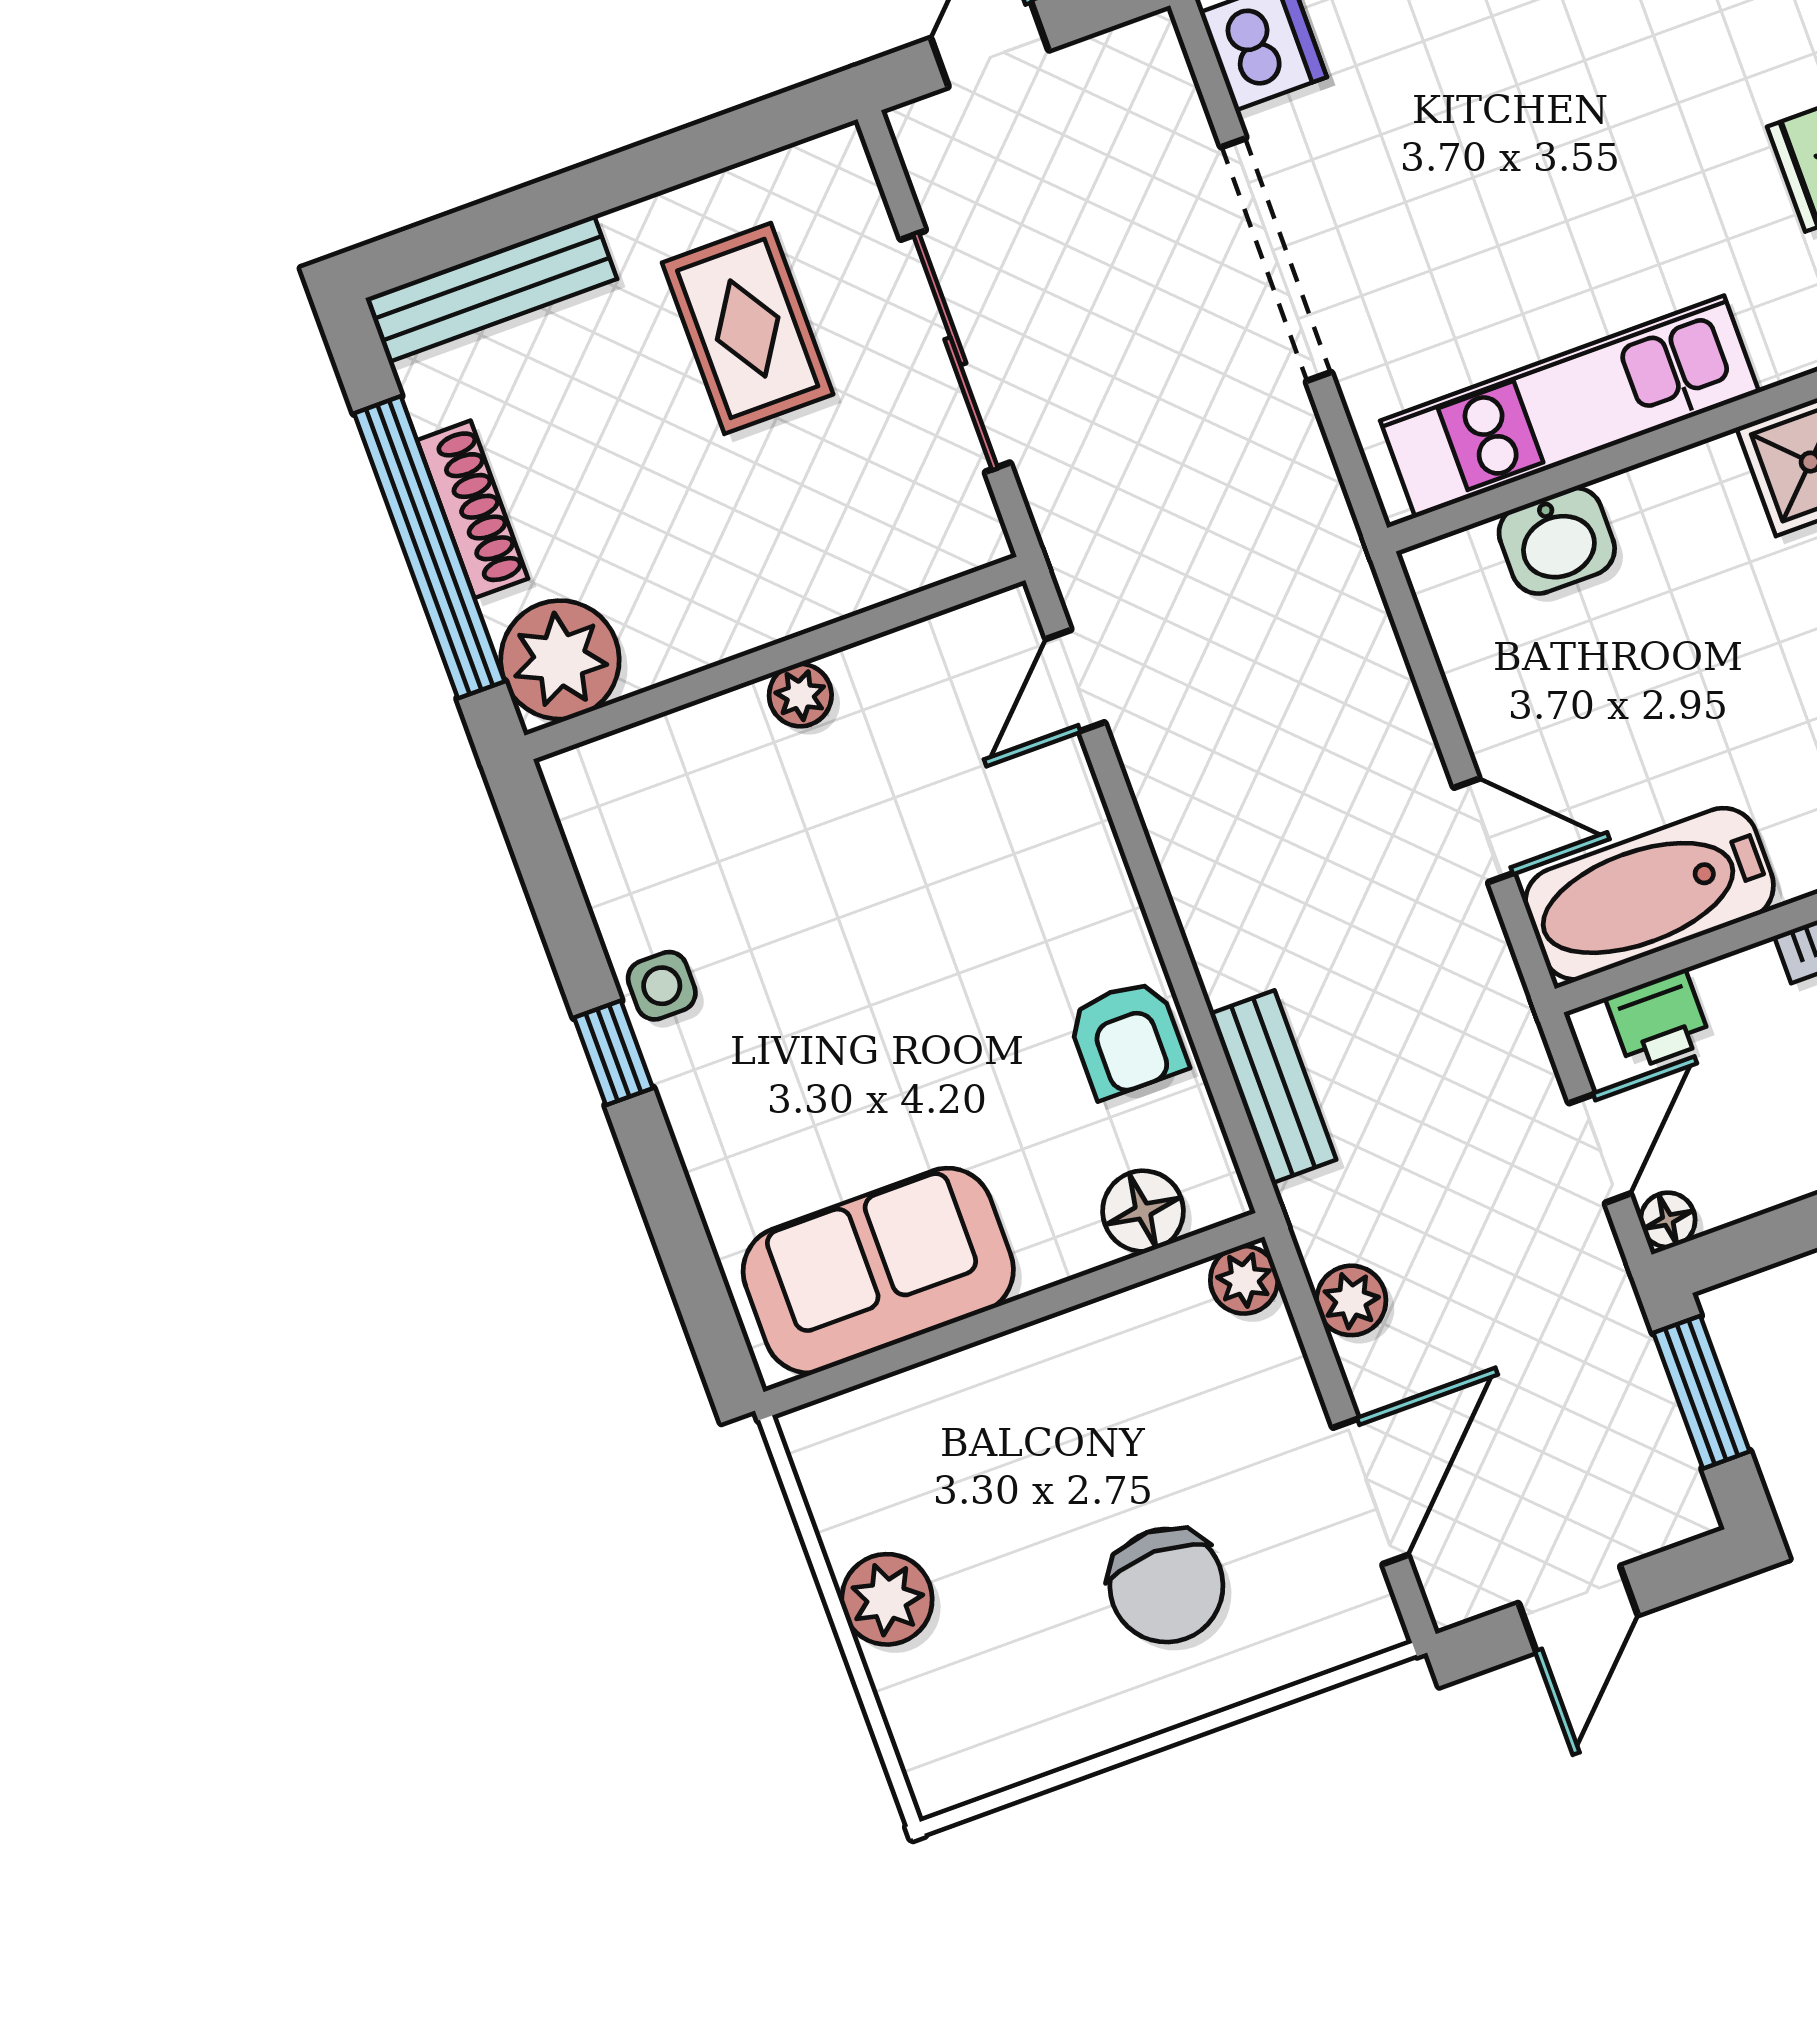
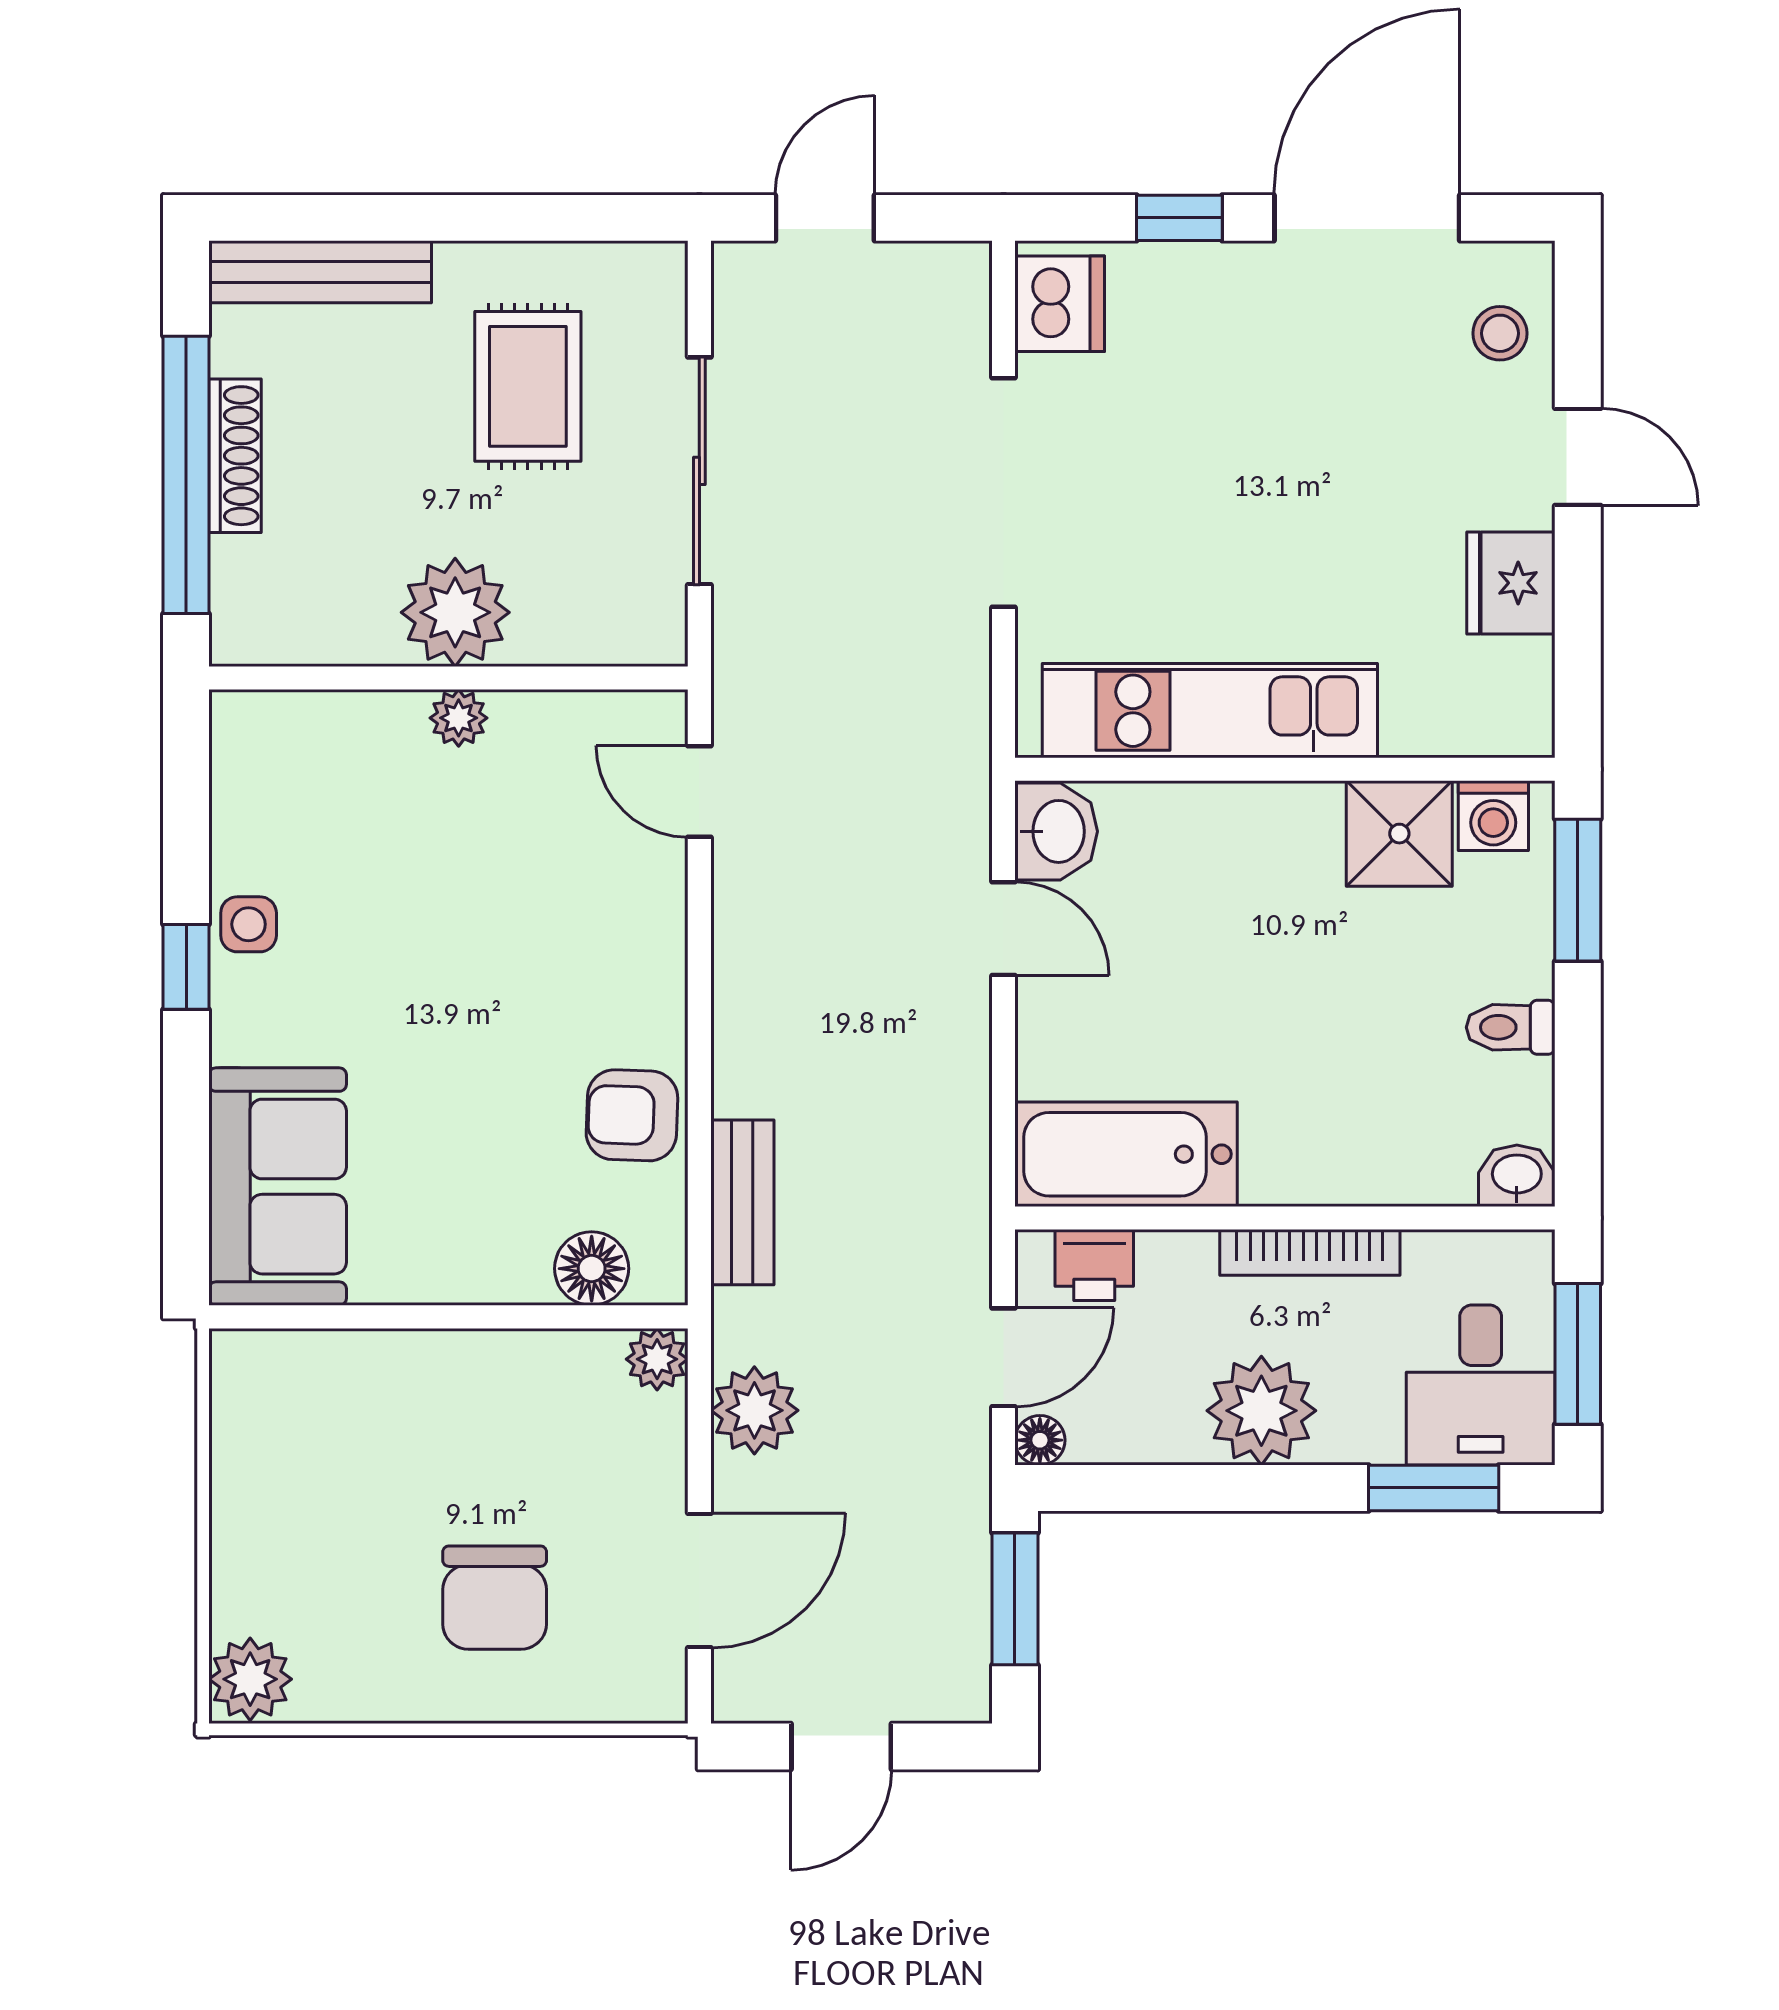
washbasin: (1557, 541) -> (1056, 831), moved, turned -90
plant: (560, 660) -> (455, 612), moved
door: (1075, 681) -> (699, 791), hinge flipped
door: (1484, 830) -> (1004, 929), moved
armchair: (1127, 1039) -> (632, 1115), turned 92
sofa: (878, 1270) -> (278, 1187), moved, turned 90
plant: (1351, 1300) -> (754, 1410), width x1.38, depth x1.38
plant: (887, 1599) -> (250, 1679), moved

